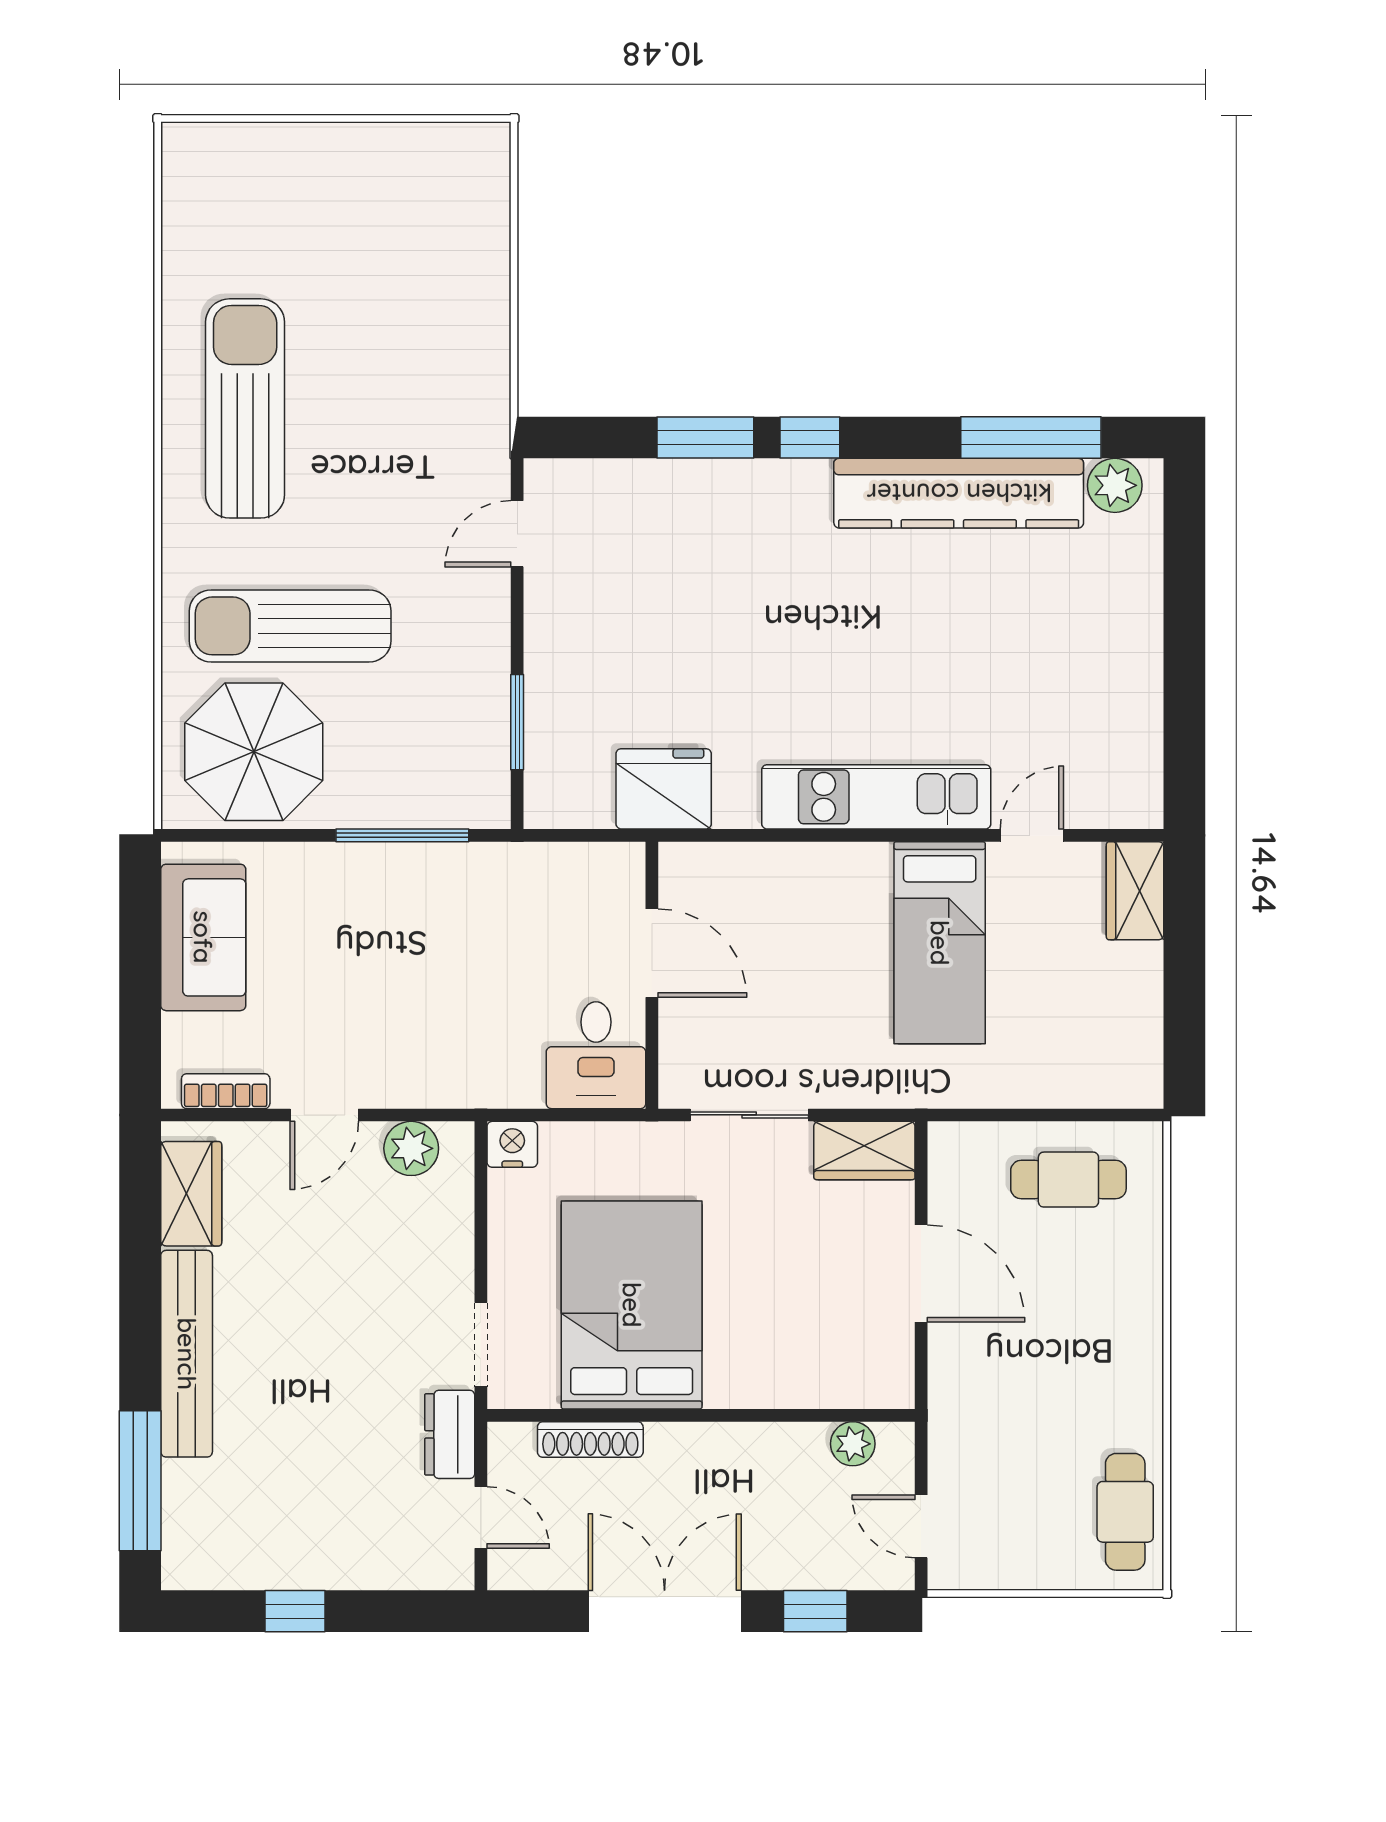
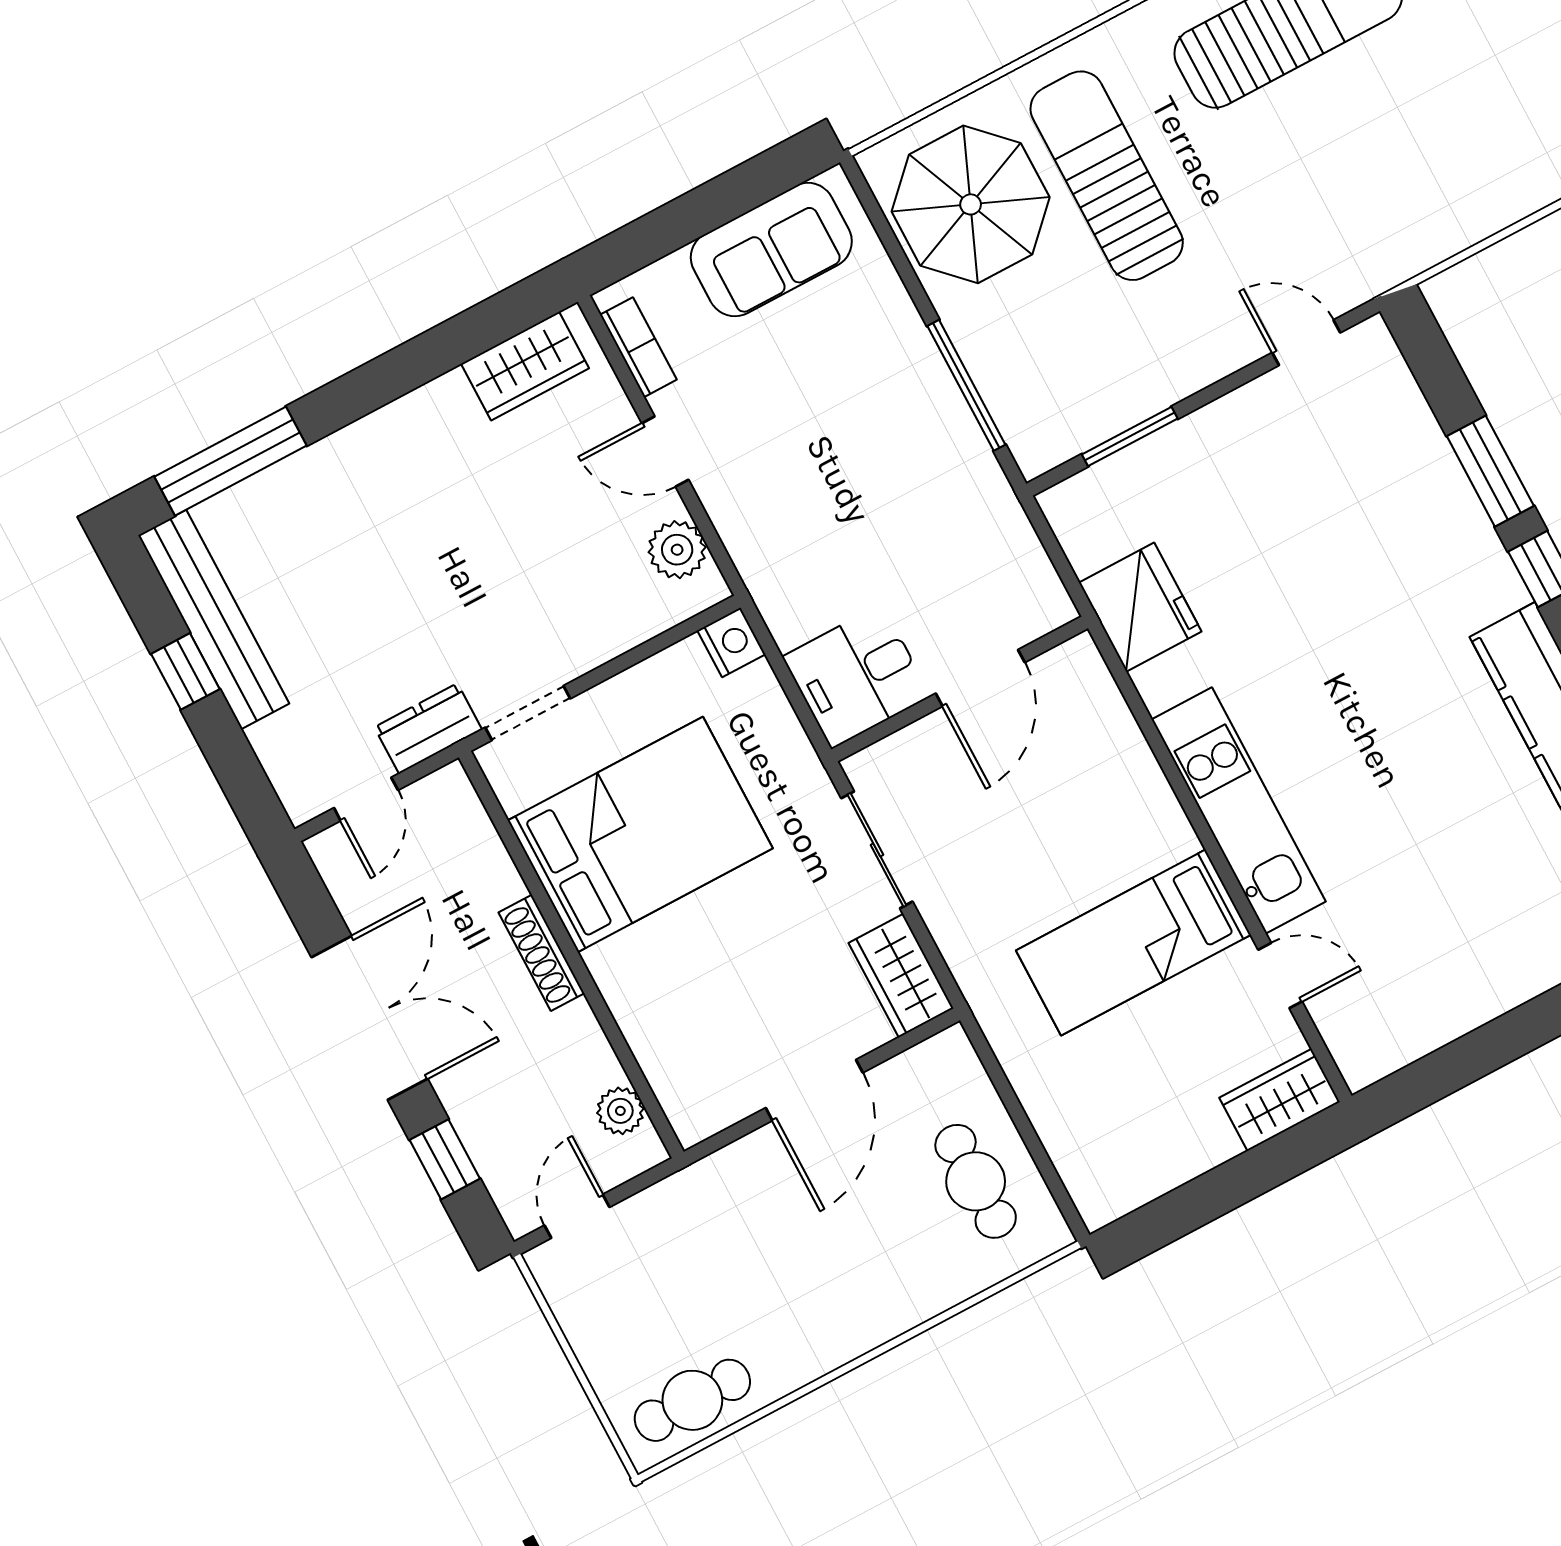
bench: (187, 1354) -> (214, 619), moved, turned 90
shoe rack: (590, 1440) -> (541, 953), moved

